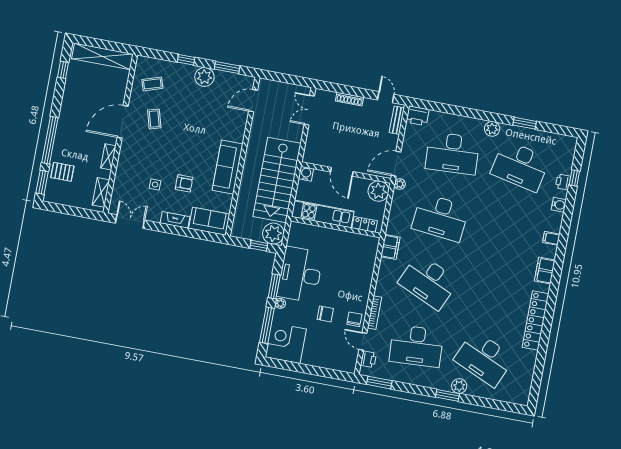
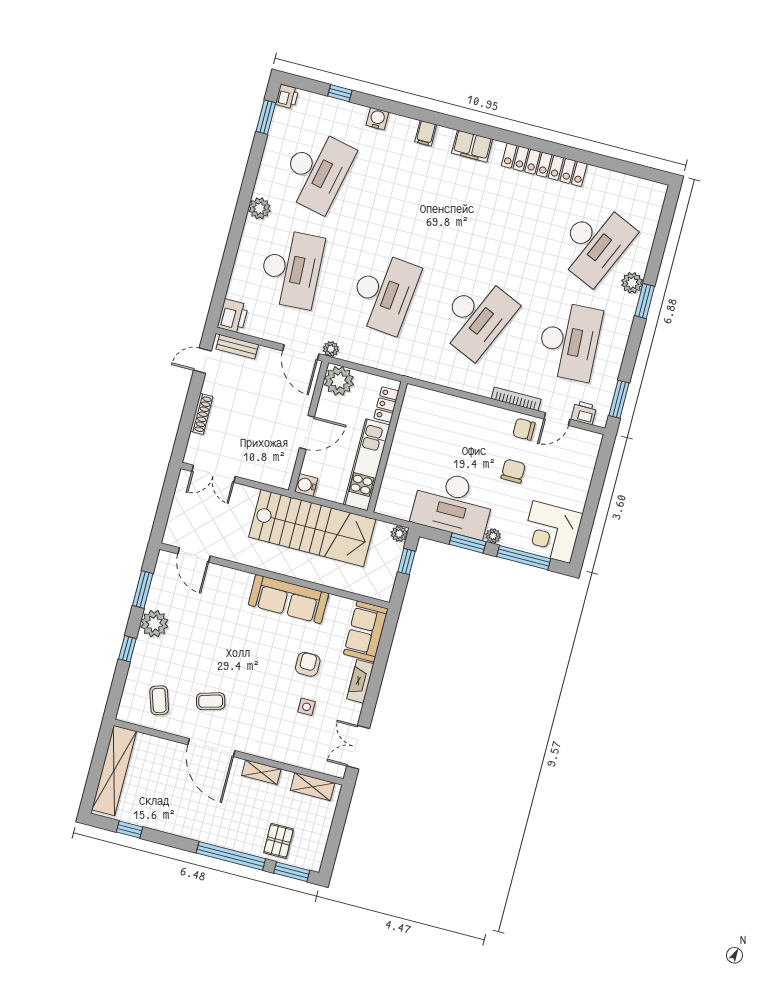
window: (525, 123) -> (266, 117), moved
printer: (563, 182) -> (287, 97), moved, turned -90
plant: (273, 234) -> (399, 534), width x0.53, depth x0.53
filing cabinet: (390, 247) -> (422, 369), removed

